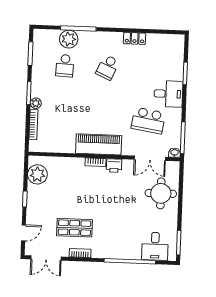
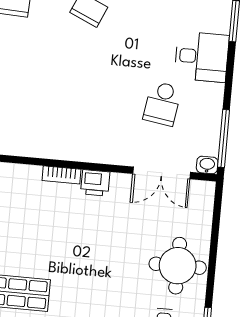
school desk: (148, 120) -> (162, 104), width x0.54
piano: (99, 144) -> (69, 143), removed
round table: (161, 193) -> (178, 266), moved

